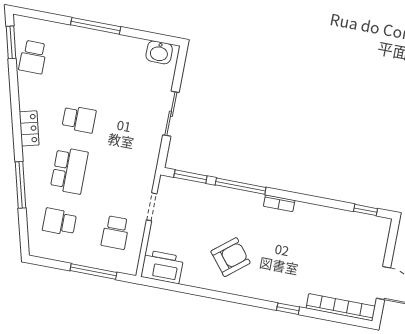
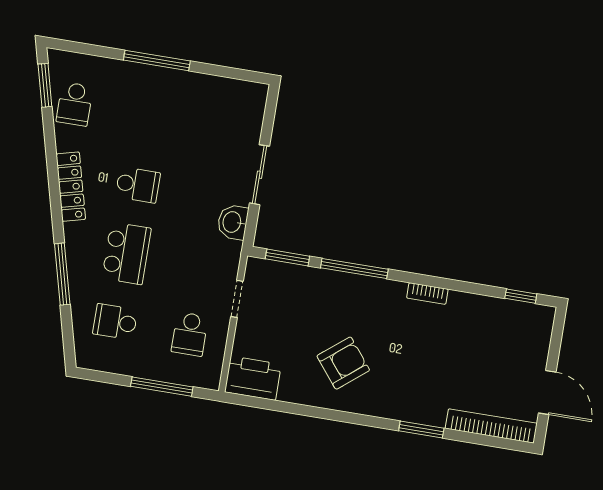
washbasin: (159, 52) -> (233, 222), moved, turned 90
locker: (29, 128) -> (71, 187), width x1.53
bookcase: (279, 203) -> (427, 294), moved
window: (288, 309) -> (421, 430), width x1.50

